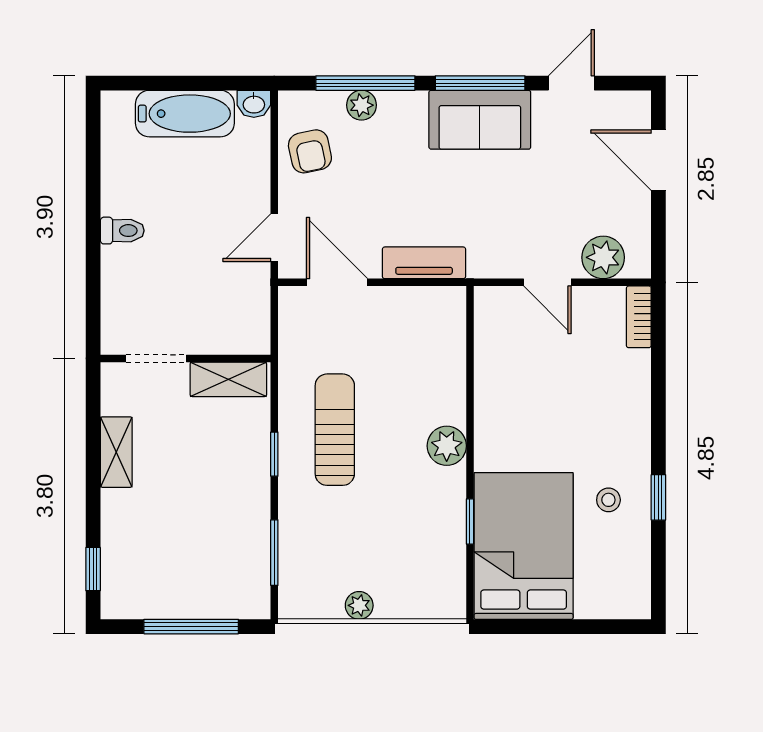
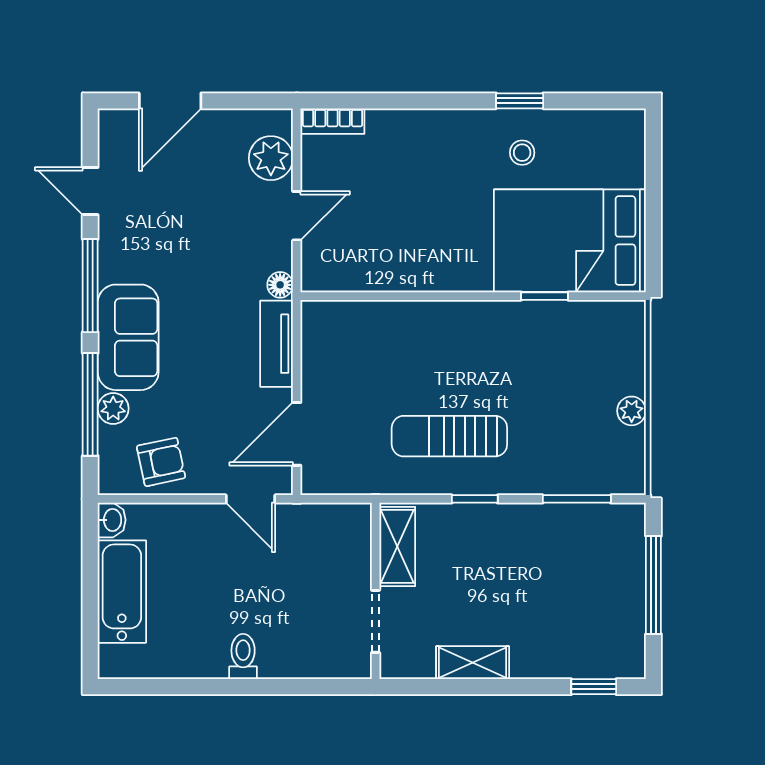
sofa: (480, 120) -> (128, 337), moved
floor lamp: (481, 266) -> (280, 285), added
plant: (447, 446) -> (466, 320), removed

